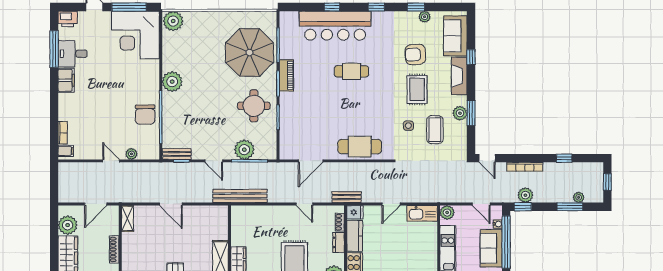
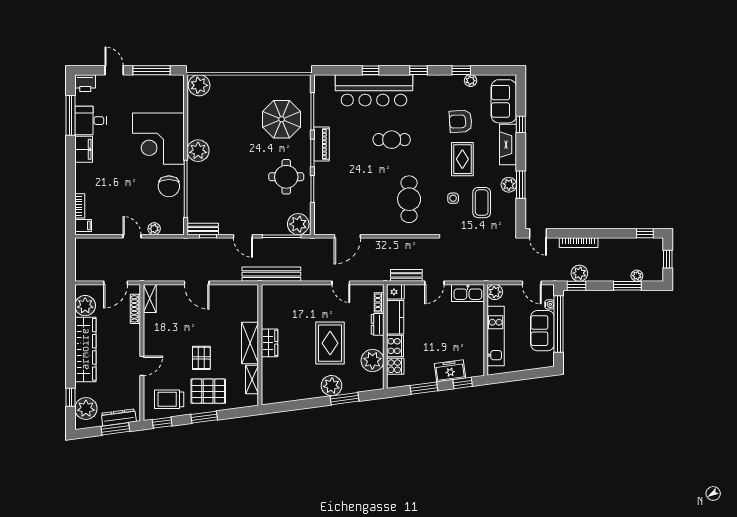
corner desk: (135, 35) -> (158, 139), moved
parasol: (249, 53) -> (282, 119), width x0.73, depth x0.73
cafe table: (360, 147) -> (409, 199), moved, turned 90
plant: (244, 150) -> (298, 224), moved
window: (564, 158) -> (645, 233), moved
bench: (347, 197) -> (406, 275), moved
shoe rack: (114, 250) -> (135, 309), moved

